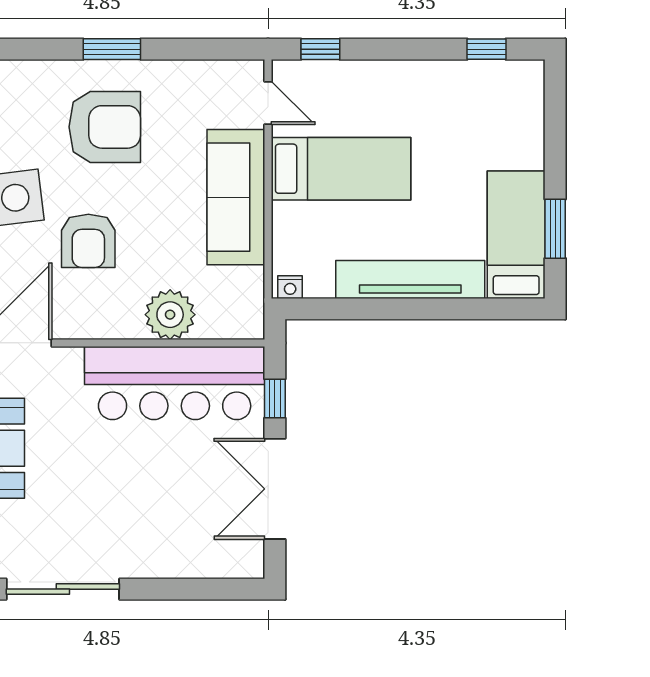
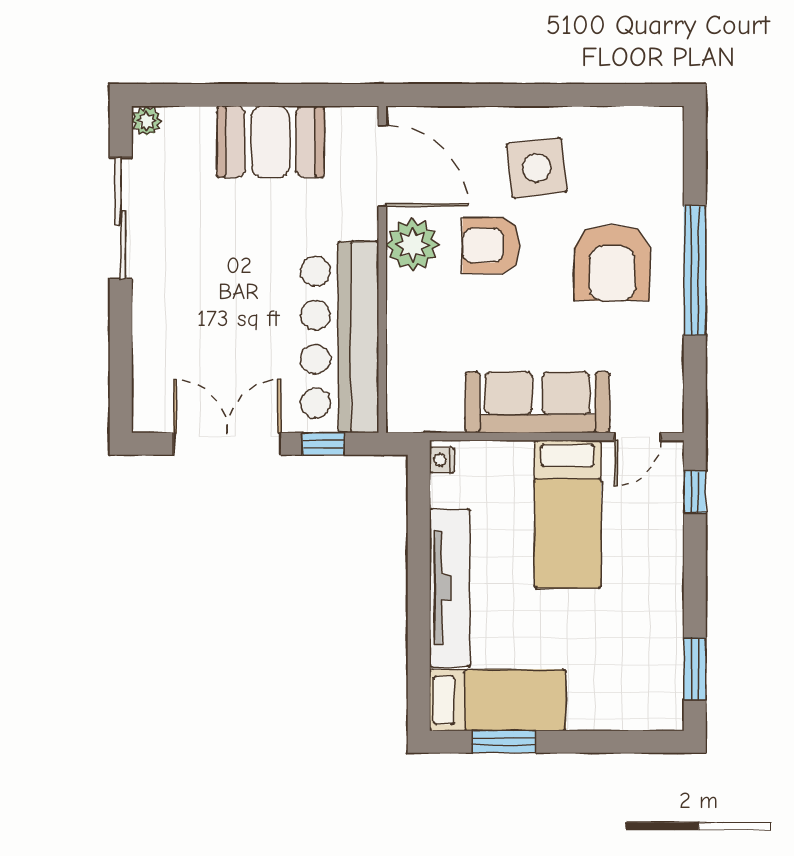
window: (112, 49) -> (695, 270), width x2.11
window: (486, 49) -> (695, 669), width x1.50
plant: (170, 315) -> (412, 245), moved

